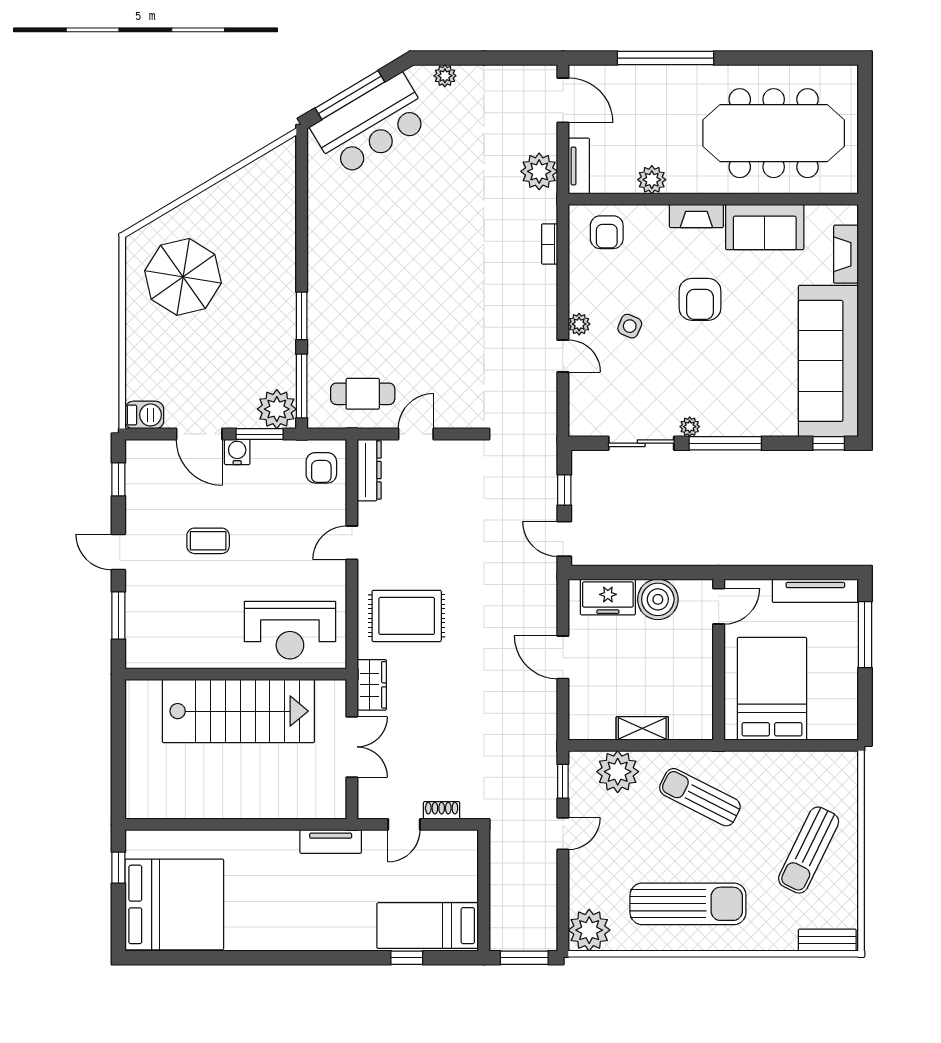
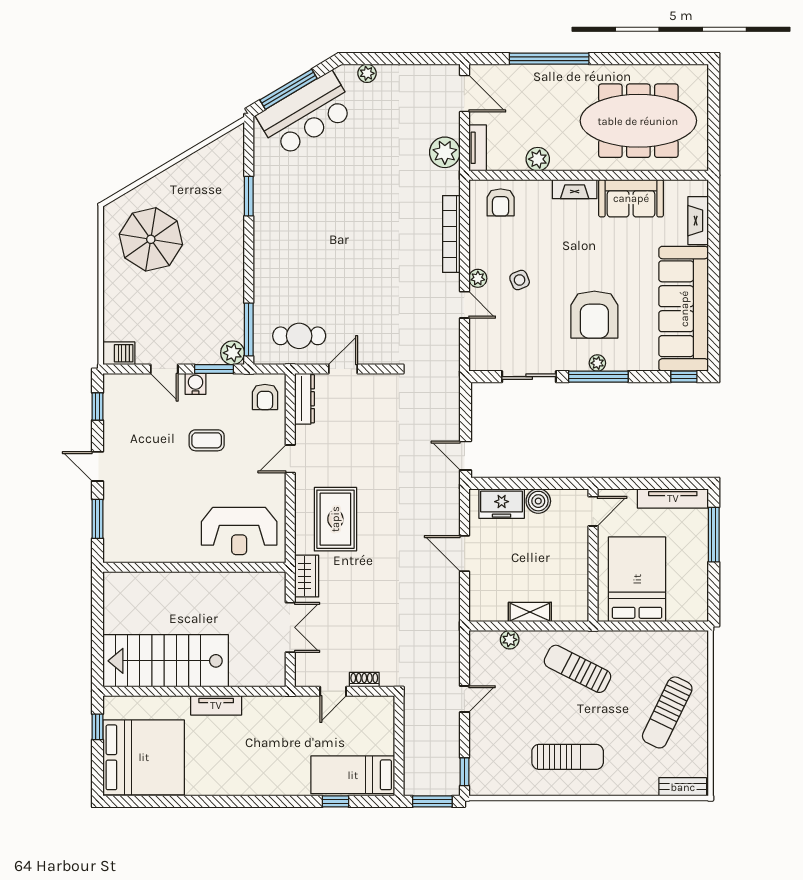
bookcase: (550, 244) -> (451, 234), width x2.31, depth x1.31
armchair: (700, 299) -> (594, 315), moved, width x1.36, depth x1.36
window: (302, 316) -> (249, 196), moved
side table: (630, 326) -> (520, 280), turned 45
plant: (277, 409) -> (233, 353), width x0.73, depth x0.73
plant: (690, 427) -> (597, 363), moved
door: (199, 434) -> (164, 369), width x0.73
window: (564, 490) -> (466, 415), removed
coffee table: (208, 541) -> (207, 440), moved
boiler: (658, 599) -> (538, 501), width x0.73, depth x0.73
rug: (407, 616) -> (335, 519), turned 90
stairs: (238, 711) -> (166, 661), moved, turned 180
plant: (618, 772) -> (510, 640), width x0.53, depth x0.53
window: (563, 781) -> (464, 772), moved
tv unit: (331, 842) -> (216, 705), moved
sun lounger: (688, 904) -> (568, 757), width x0.73, depth x0.75
plant: (589, 930) -> (486, 779), removed

